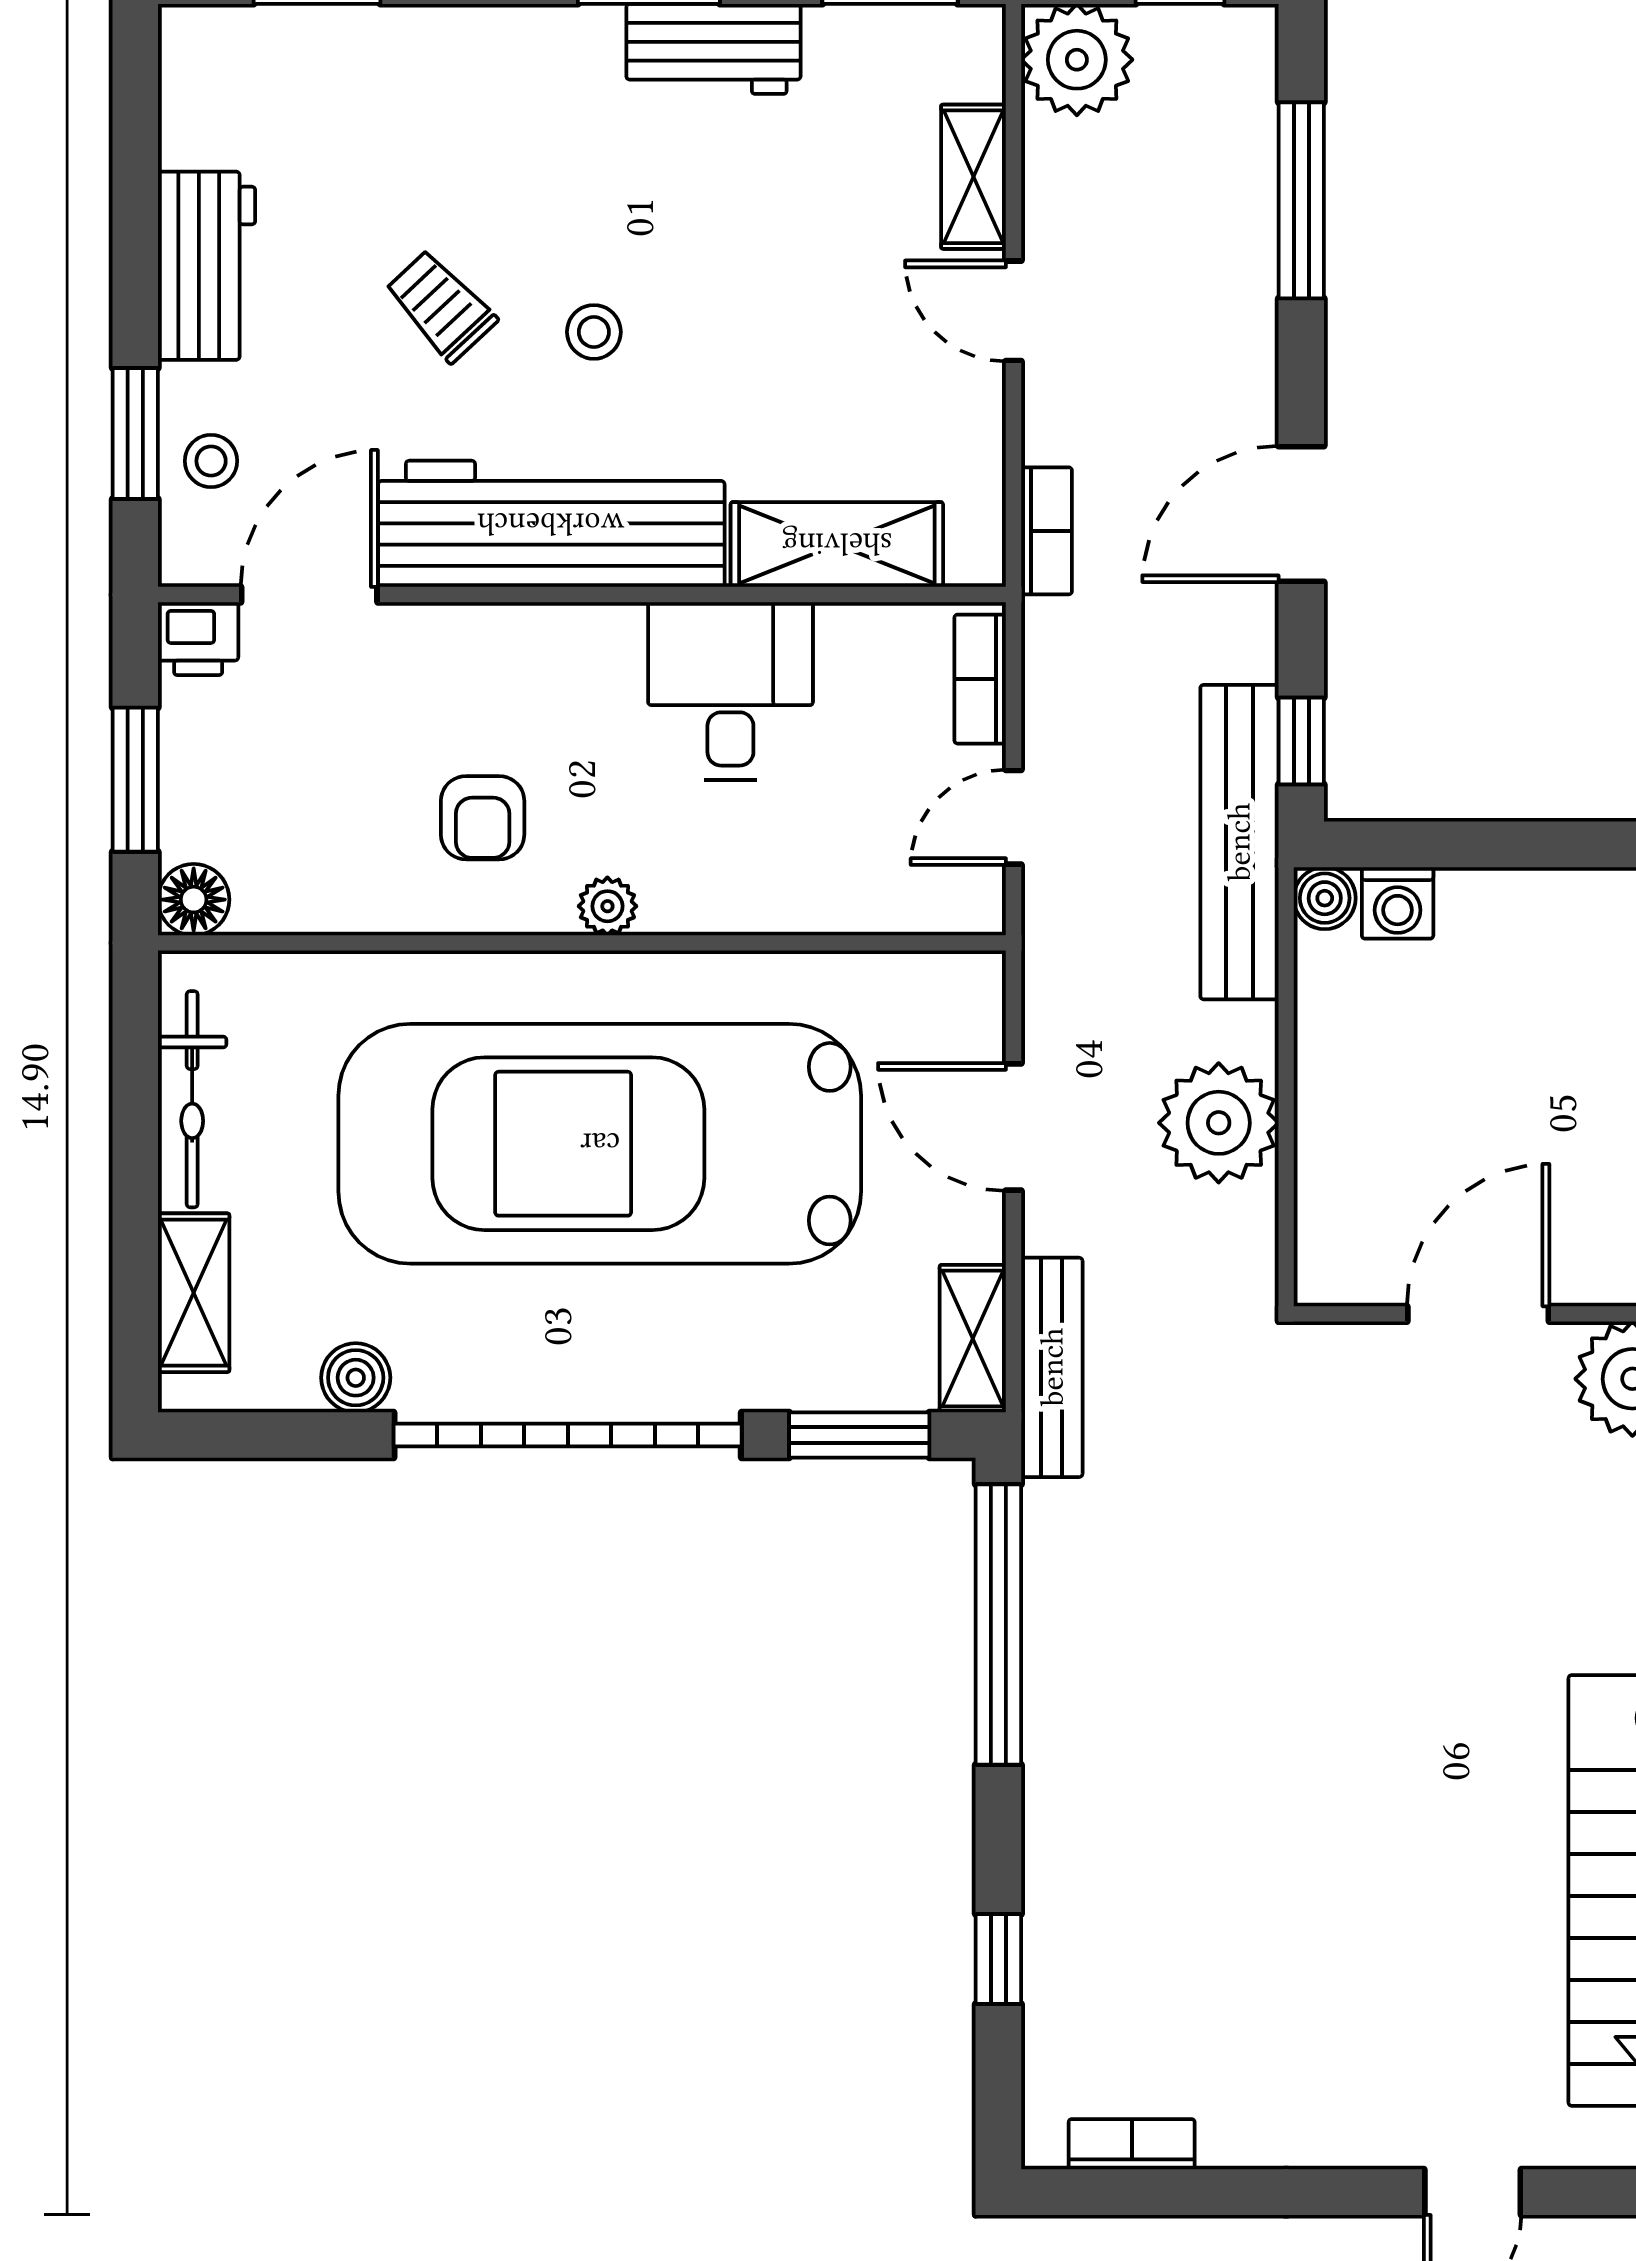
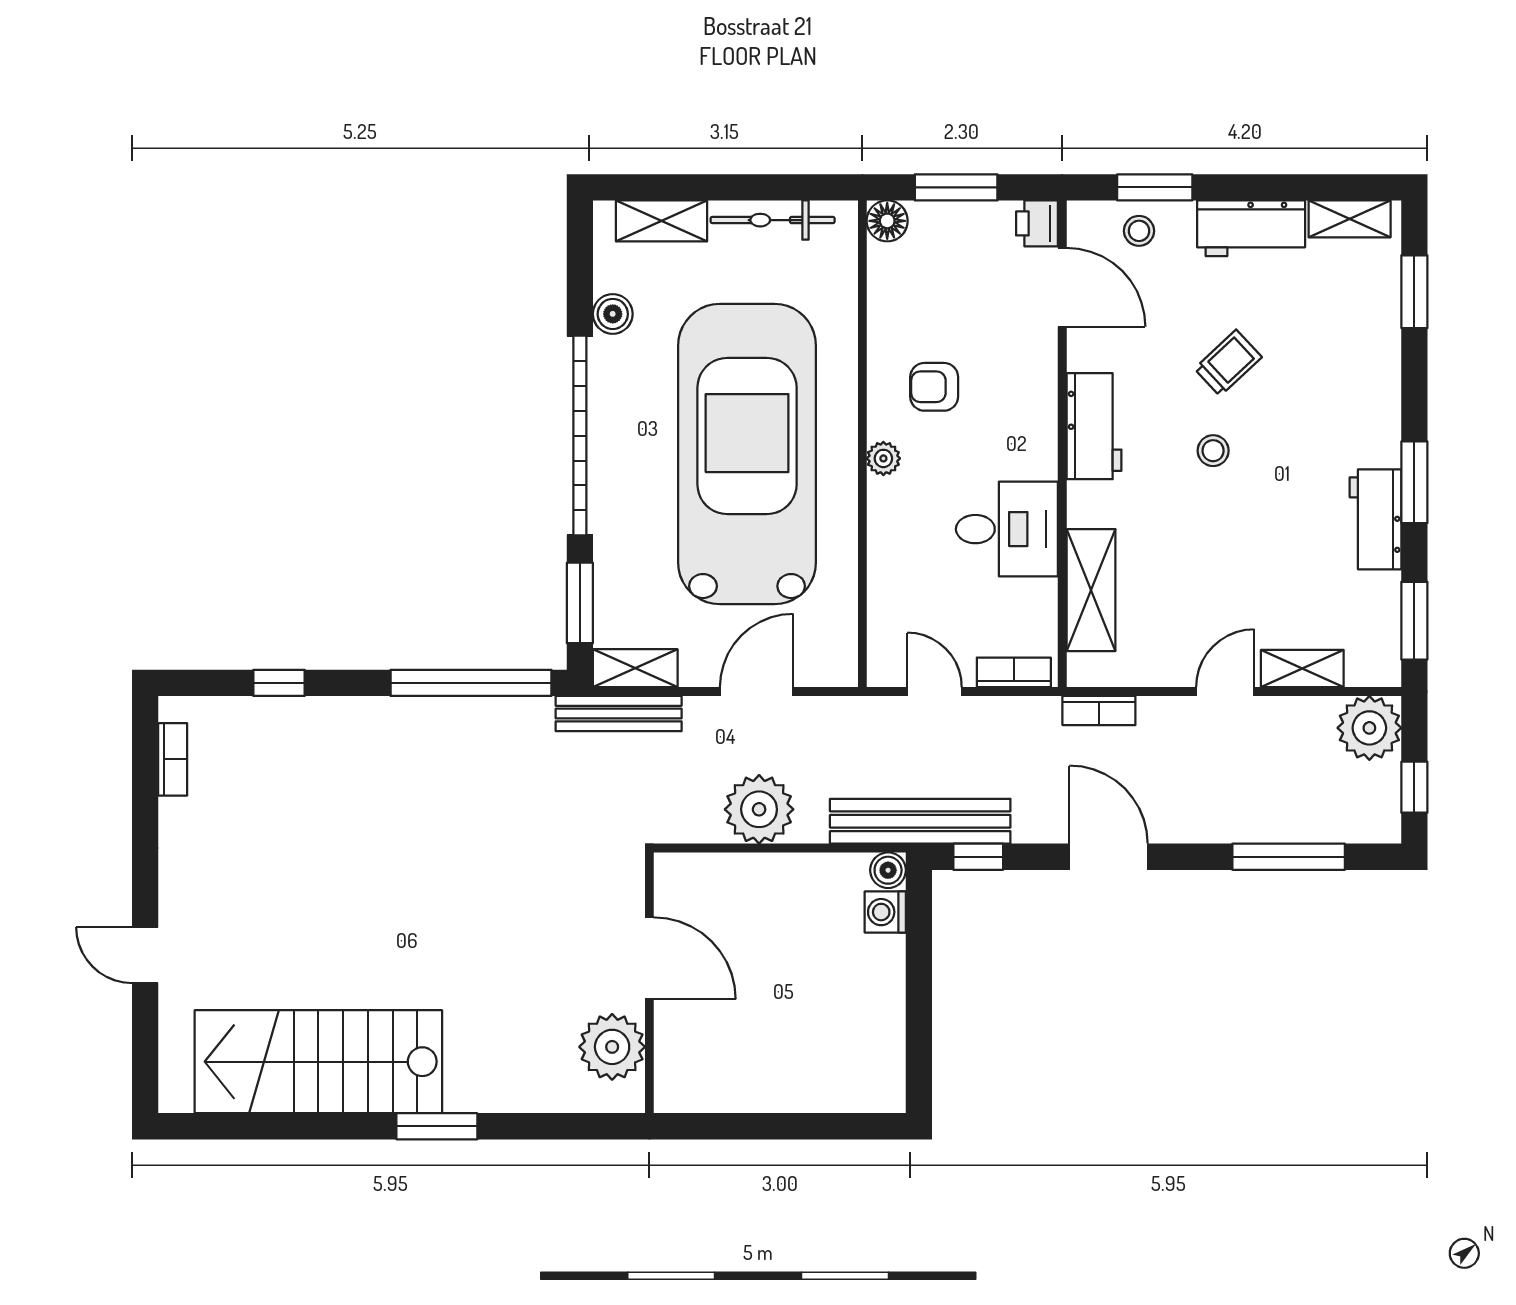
shelving: (190, 94) -> (1350, 219), added
workbench: (551, 524) -> (1094, 426), width x0.53, depth x0.76

